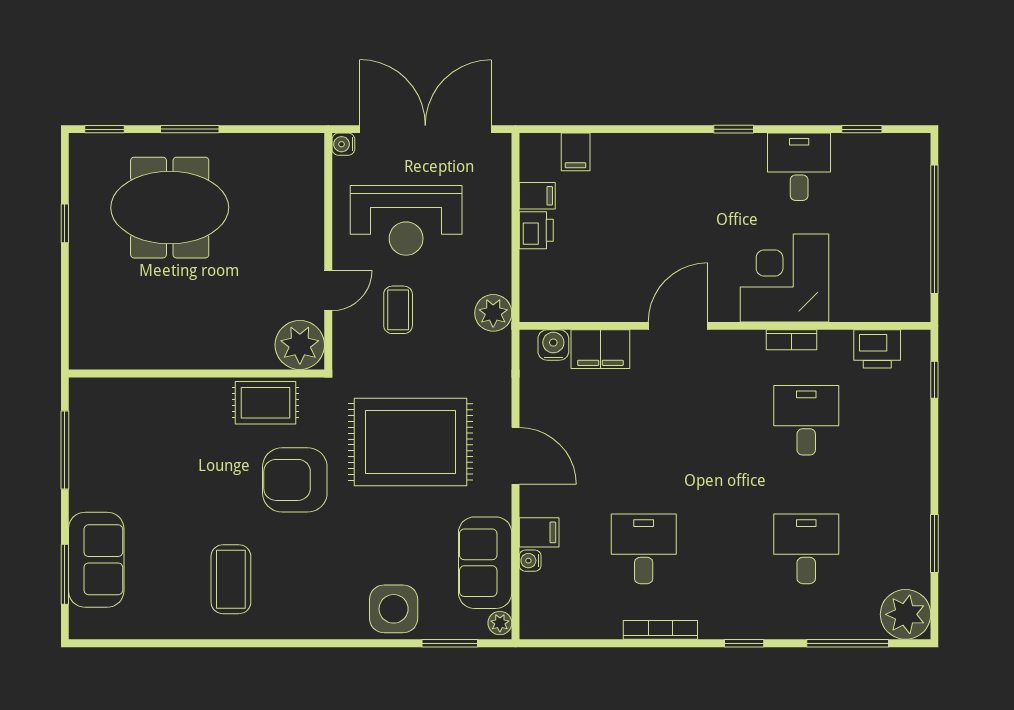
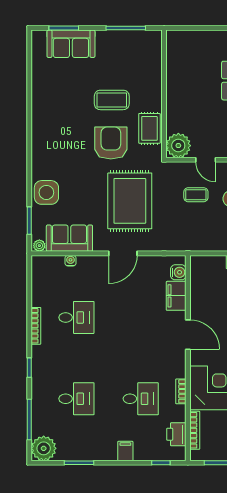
bookcase: (869, 312) -> (195, 430), added
plant: (493, 313) -> (194, 242), removed
filing cabinet: (539, 532) -> (125, 451), moved, turned 180
coffee table: (231, 579) -> (112, 100), moved

